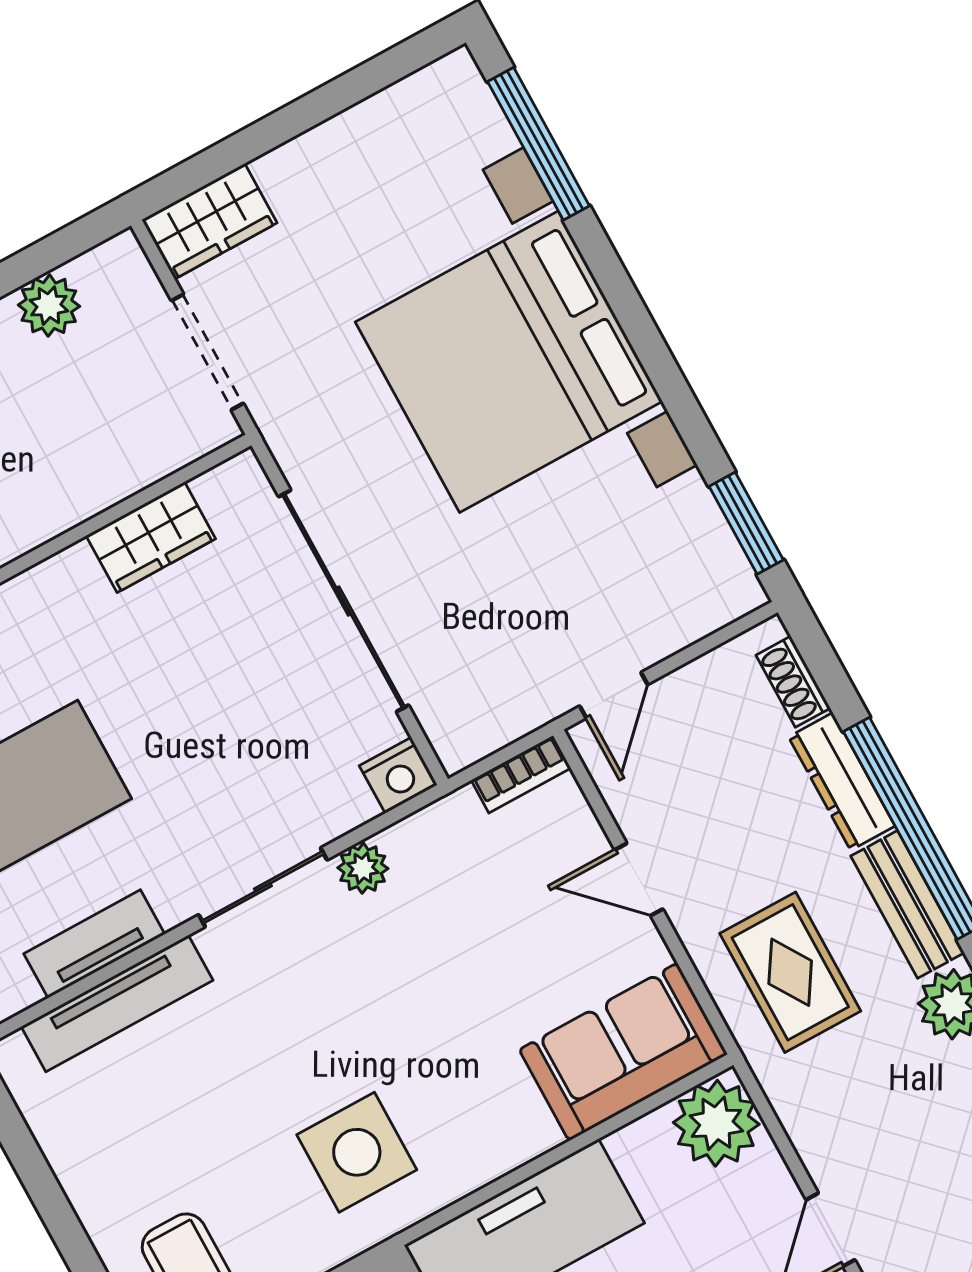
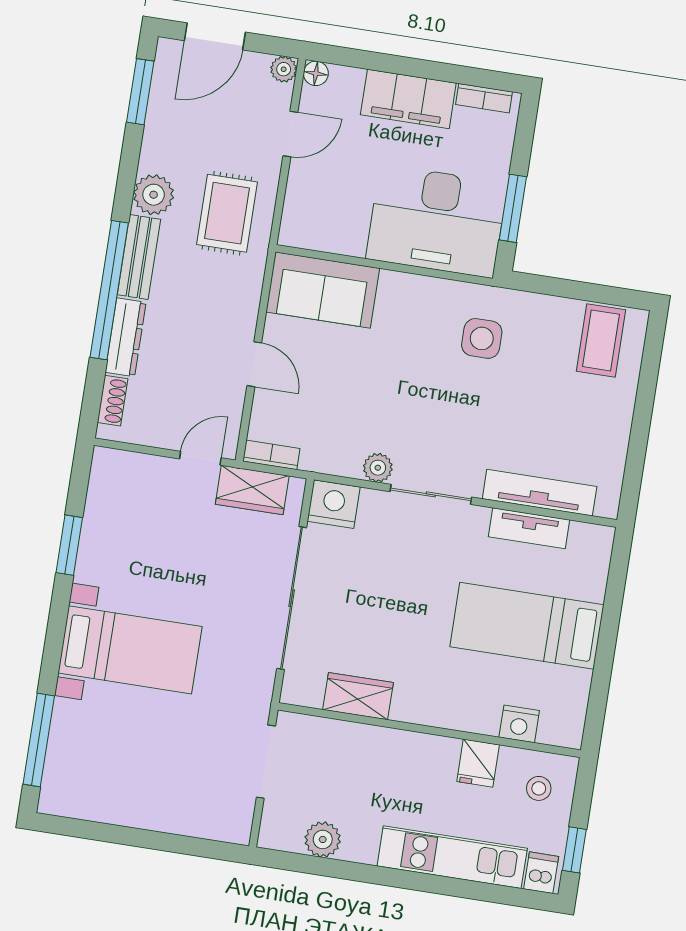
wardrobe: (209, 221) -> (252, 490), moved, turned 180
bed with nightstands: (509, 362) -> (130, 650), width x0.54
window: (746, 523) -> (69, 545), moved
nightstand: (398, 775) -> (334, 504), width x1.36, depth x1.33
rug: (790, 972) -> (227, 213), moved
plant: (716, 1123) -> (305, 224), removed
side table: (357, 1152) -> (482, 338), width x0.73, depth x0.73

